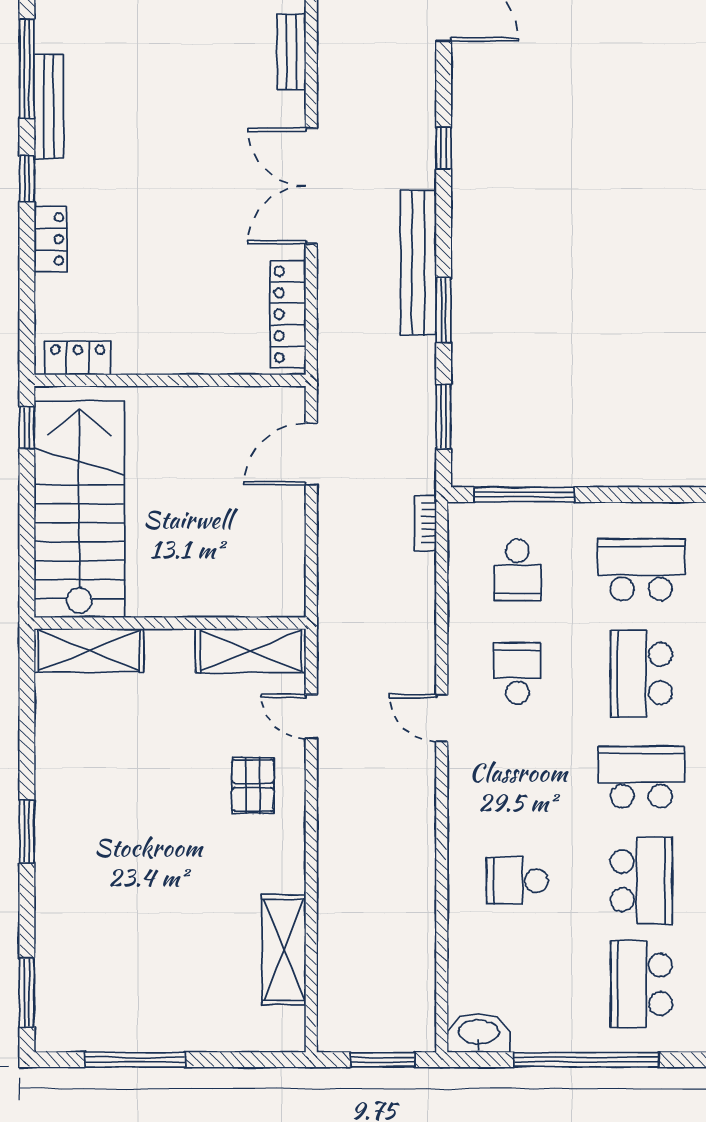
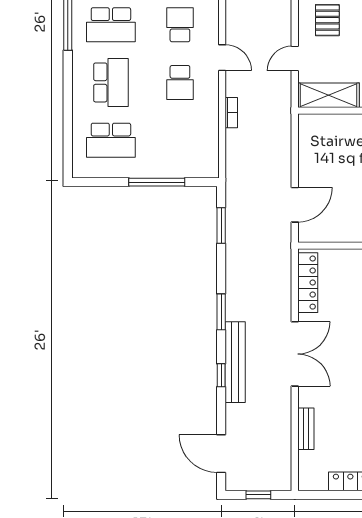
bench: (418, 263) -> (235, 362), moved
window: (444, 310) -> (221, 312), moved
window: (524, 495) -> (157, 182), moved
bookcase: (425, 523) -> (231, 113), moved
school desk: (517, 570) -> (180, 25), moved
door: (311, 717) -> (295, 58), swing flipped

